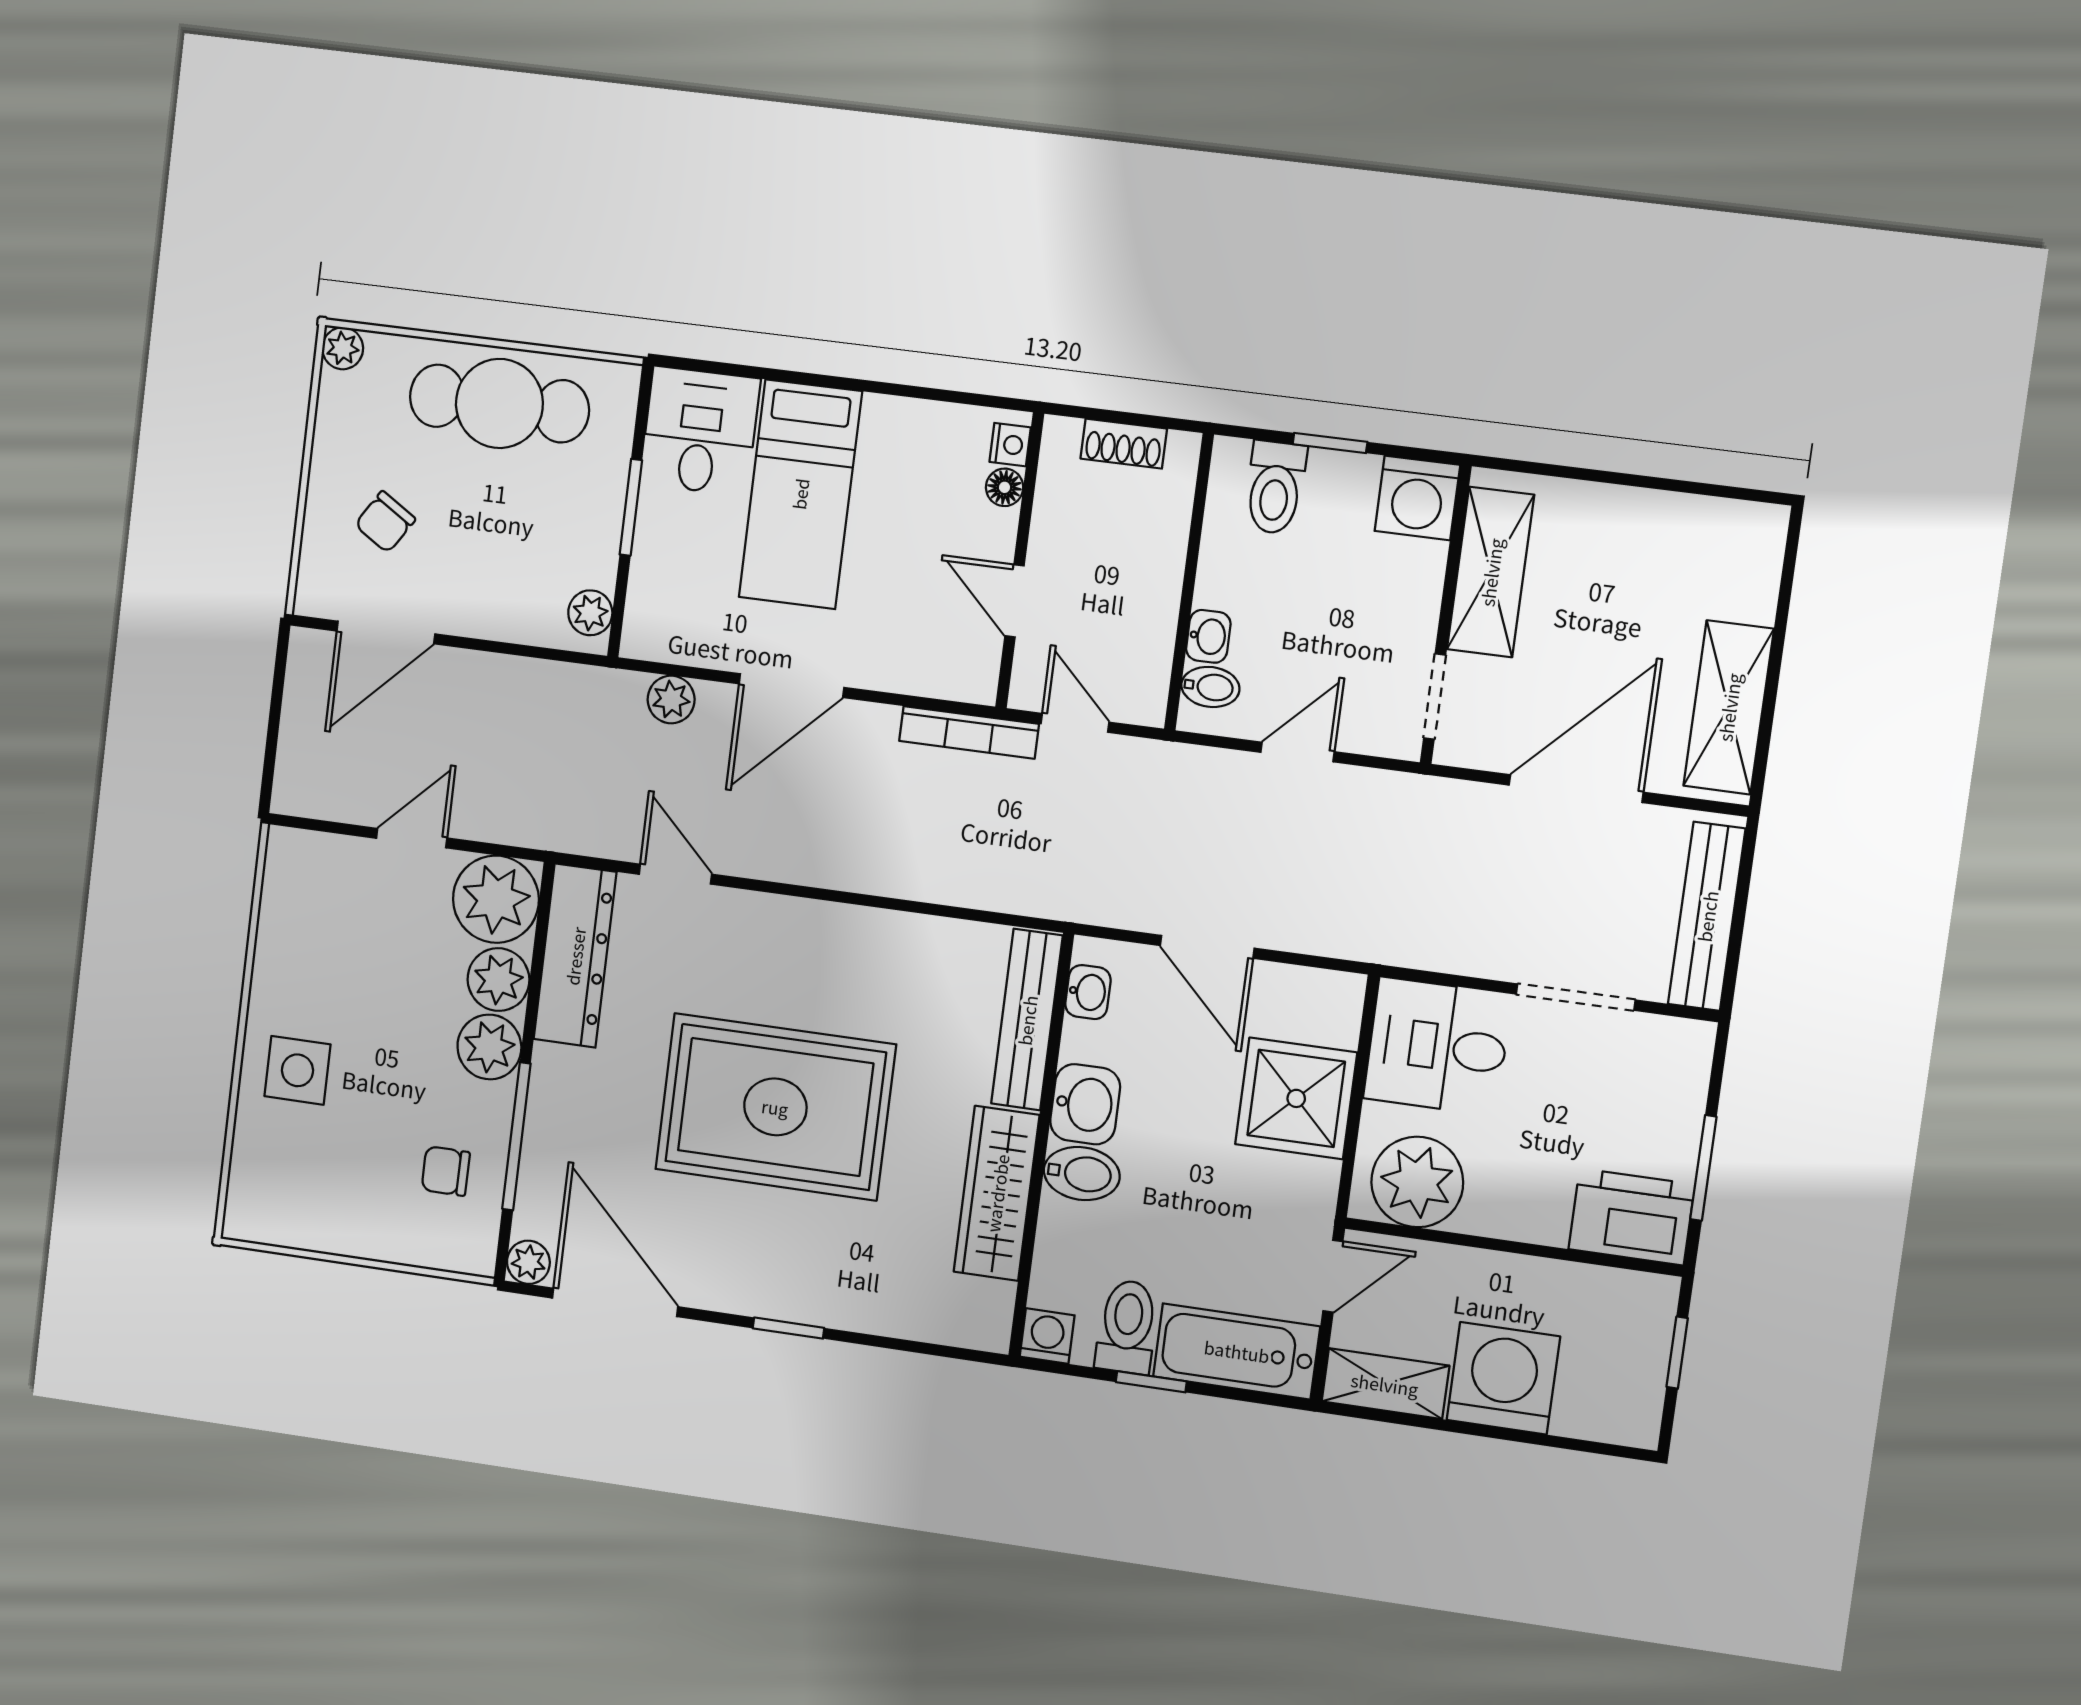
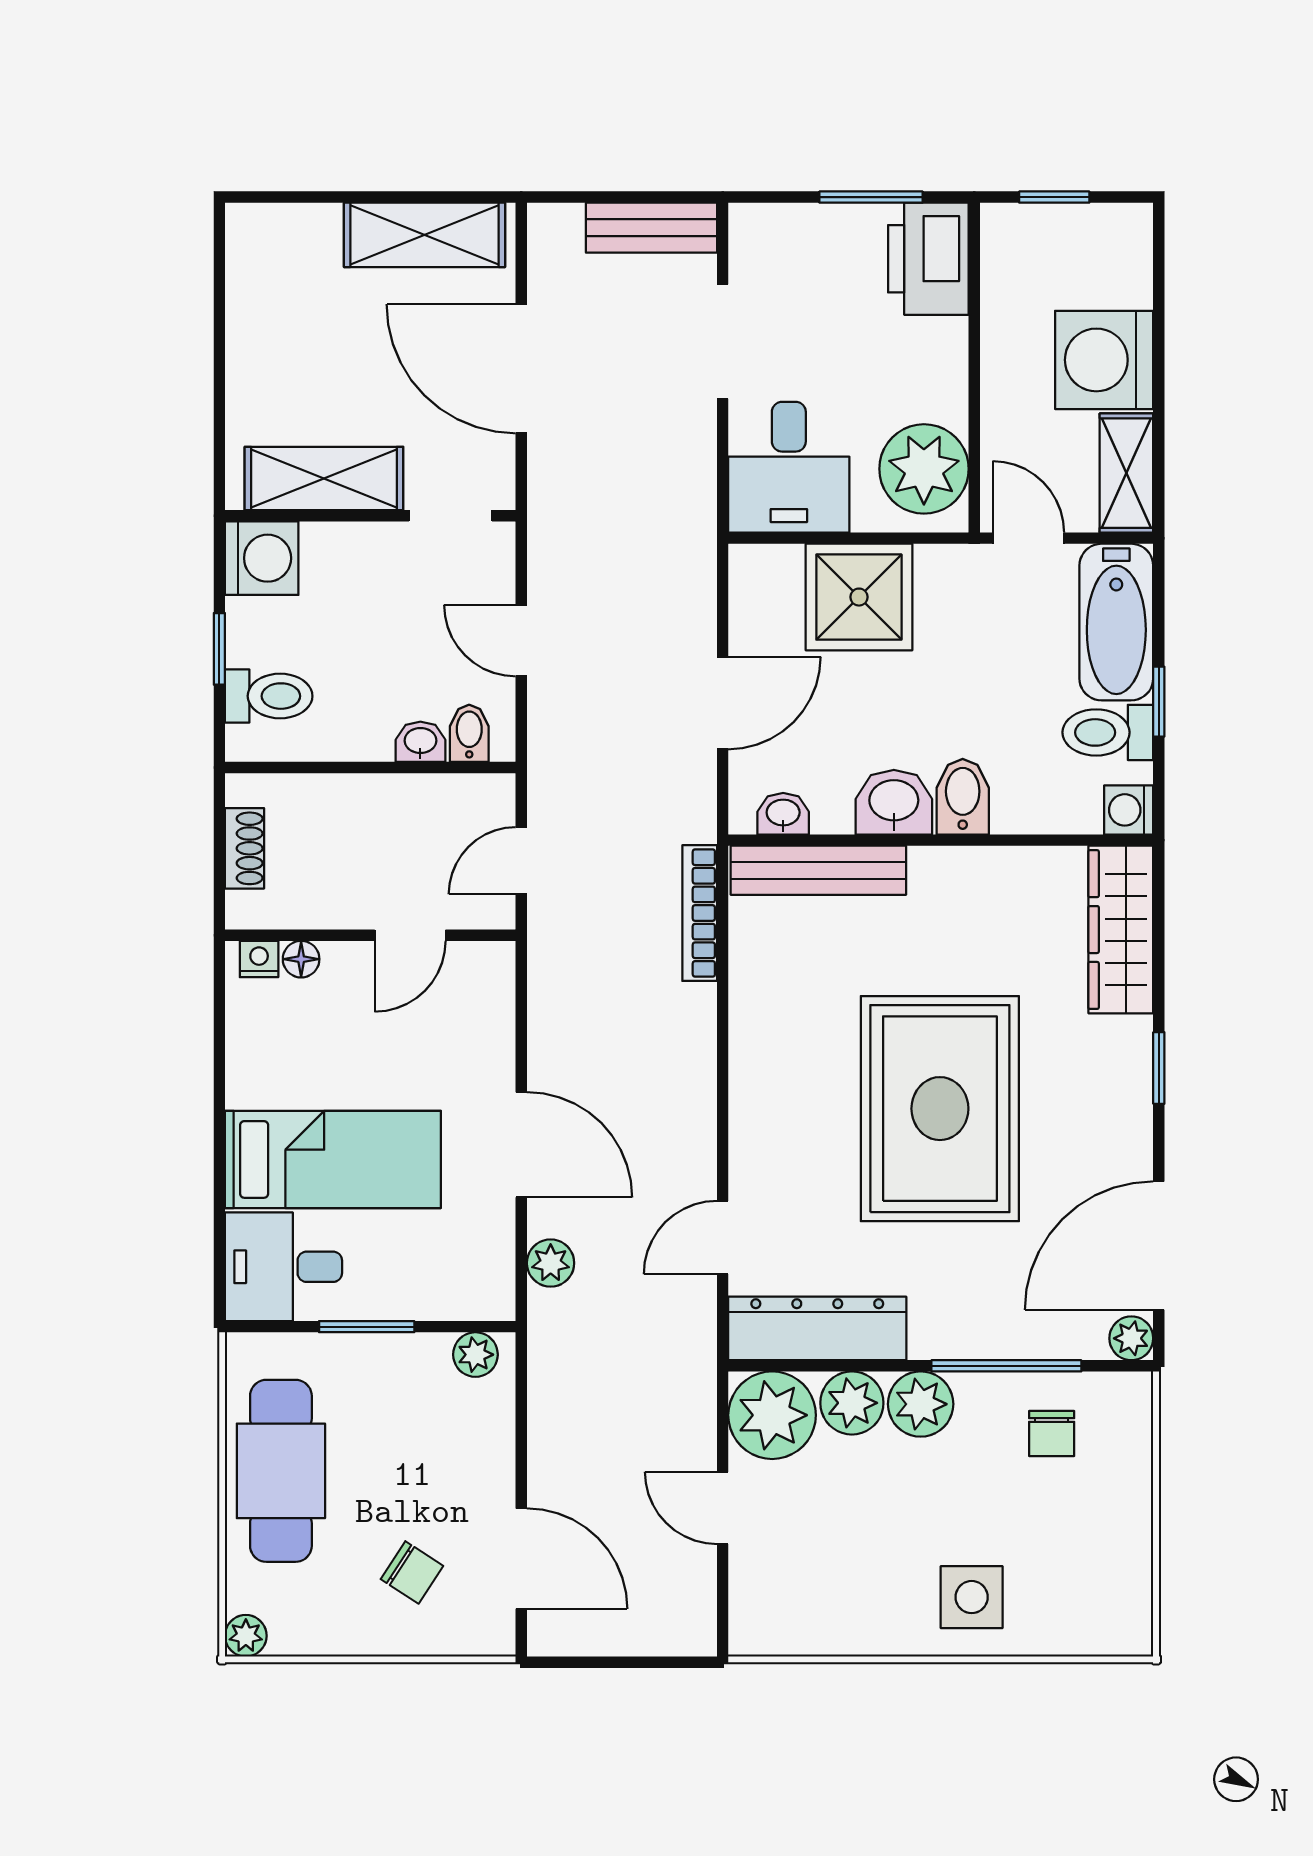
bookcase: (969, 732) -> (700, 913), moved, turned 180
bench: (1707, 916) -> (651, 228), width x0.73
wardrobe: (997, 1193) -> (1121, 930), moved, turned 90

